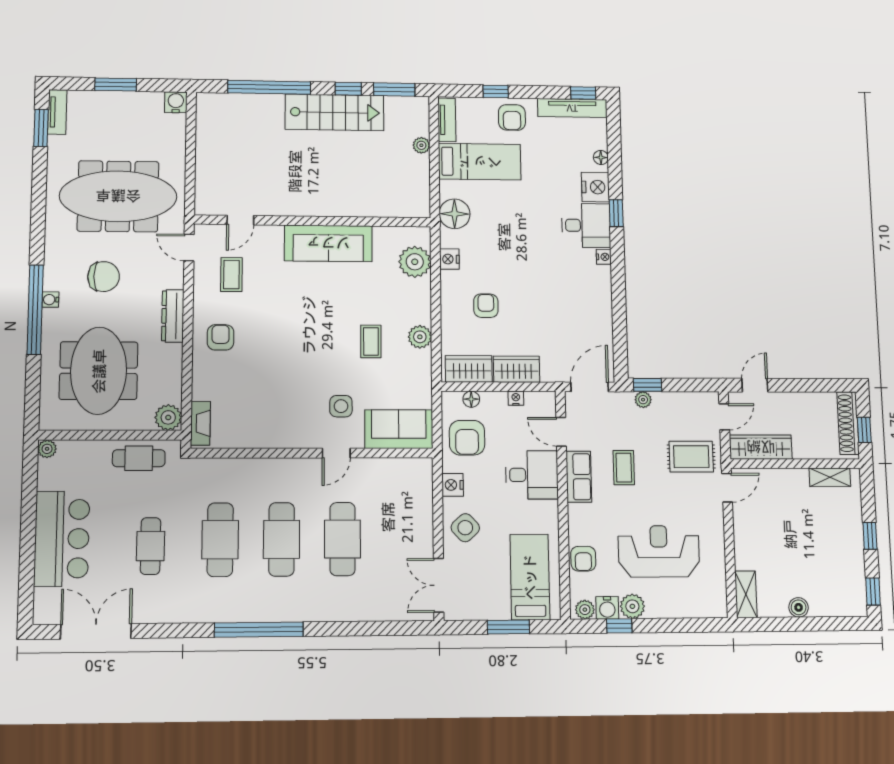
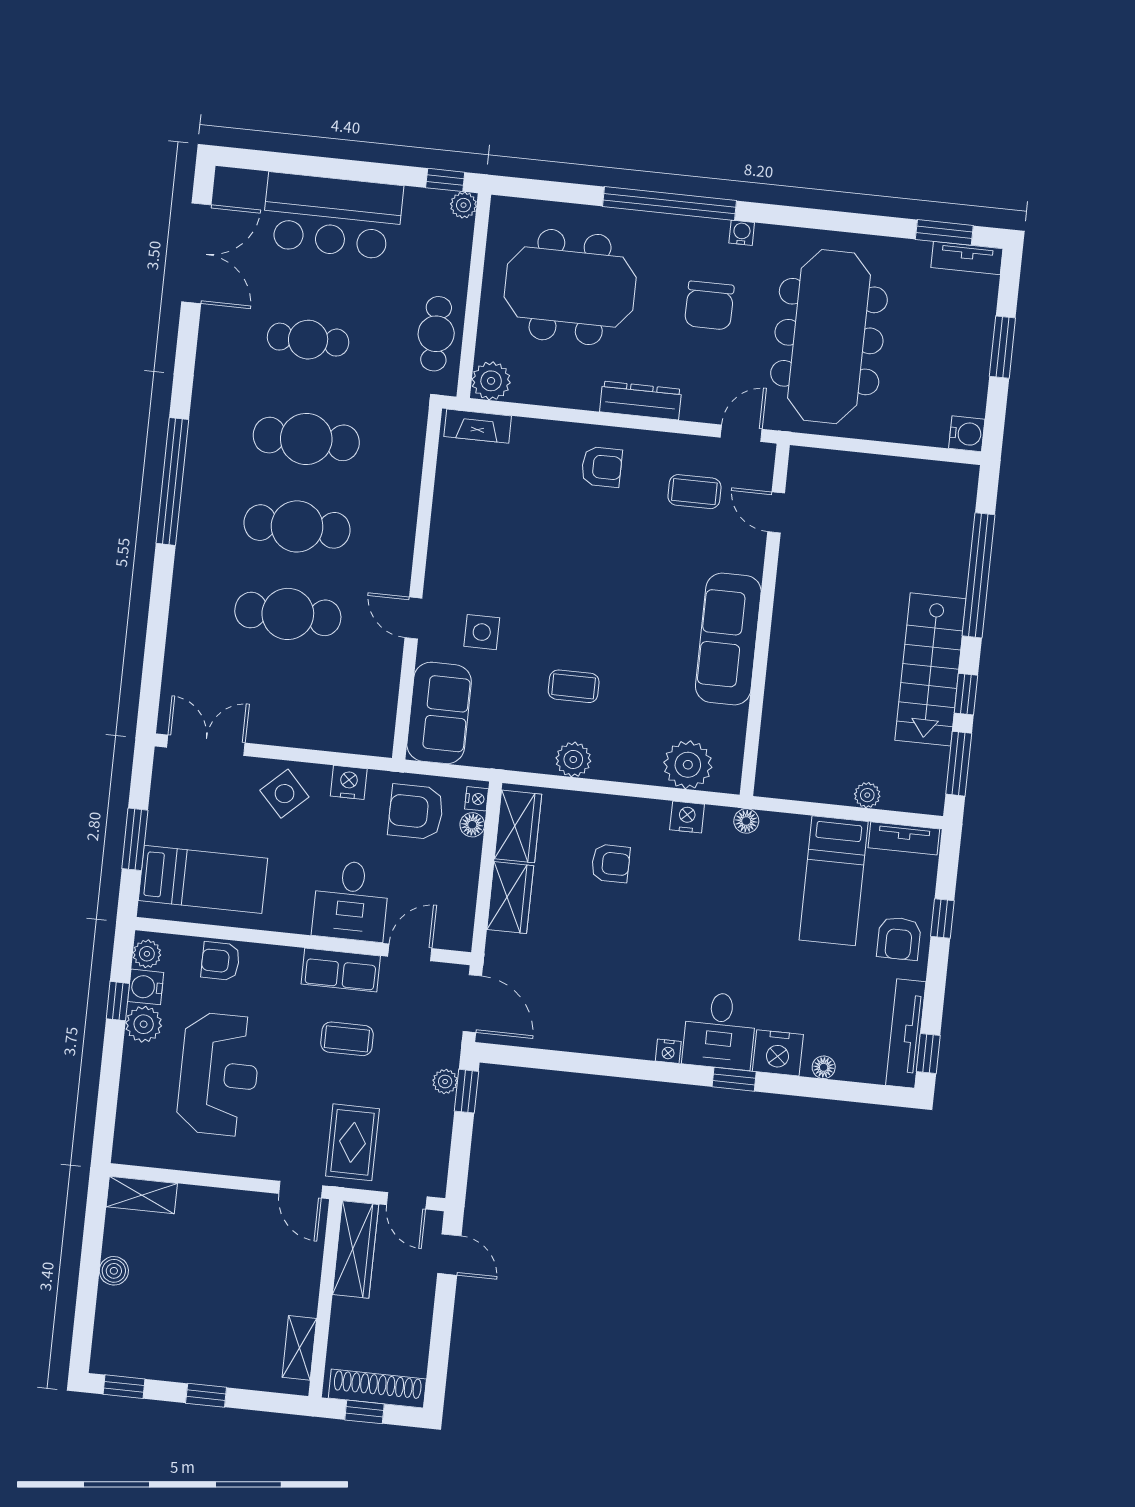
armchair: (512, 117) -> (899, 938), turned -90
floor lamp: (455, 214) -> (746, 821), width x0.53, depth x0.53
water cooler: (50, 300) -> (742, 233), moved
nightstand: (516, 398) -> (477, 799), moved
window: (30, 463) -> (445, 180), added

